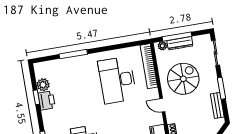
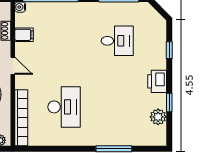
desk: (117, 80) -> (64, 107), width x0.73, depth x0.77
printer: (47, 100) -> (157, 81), moved

